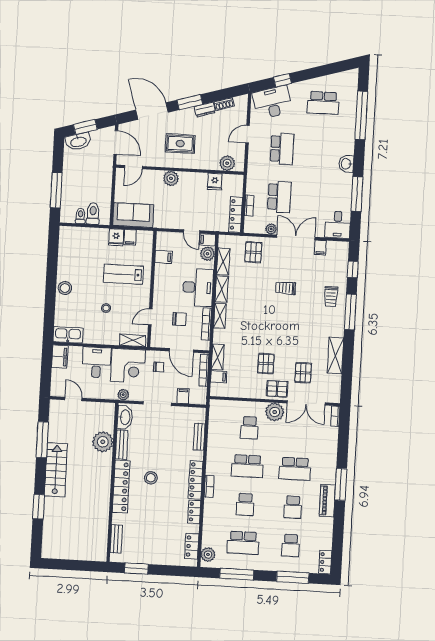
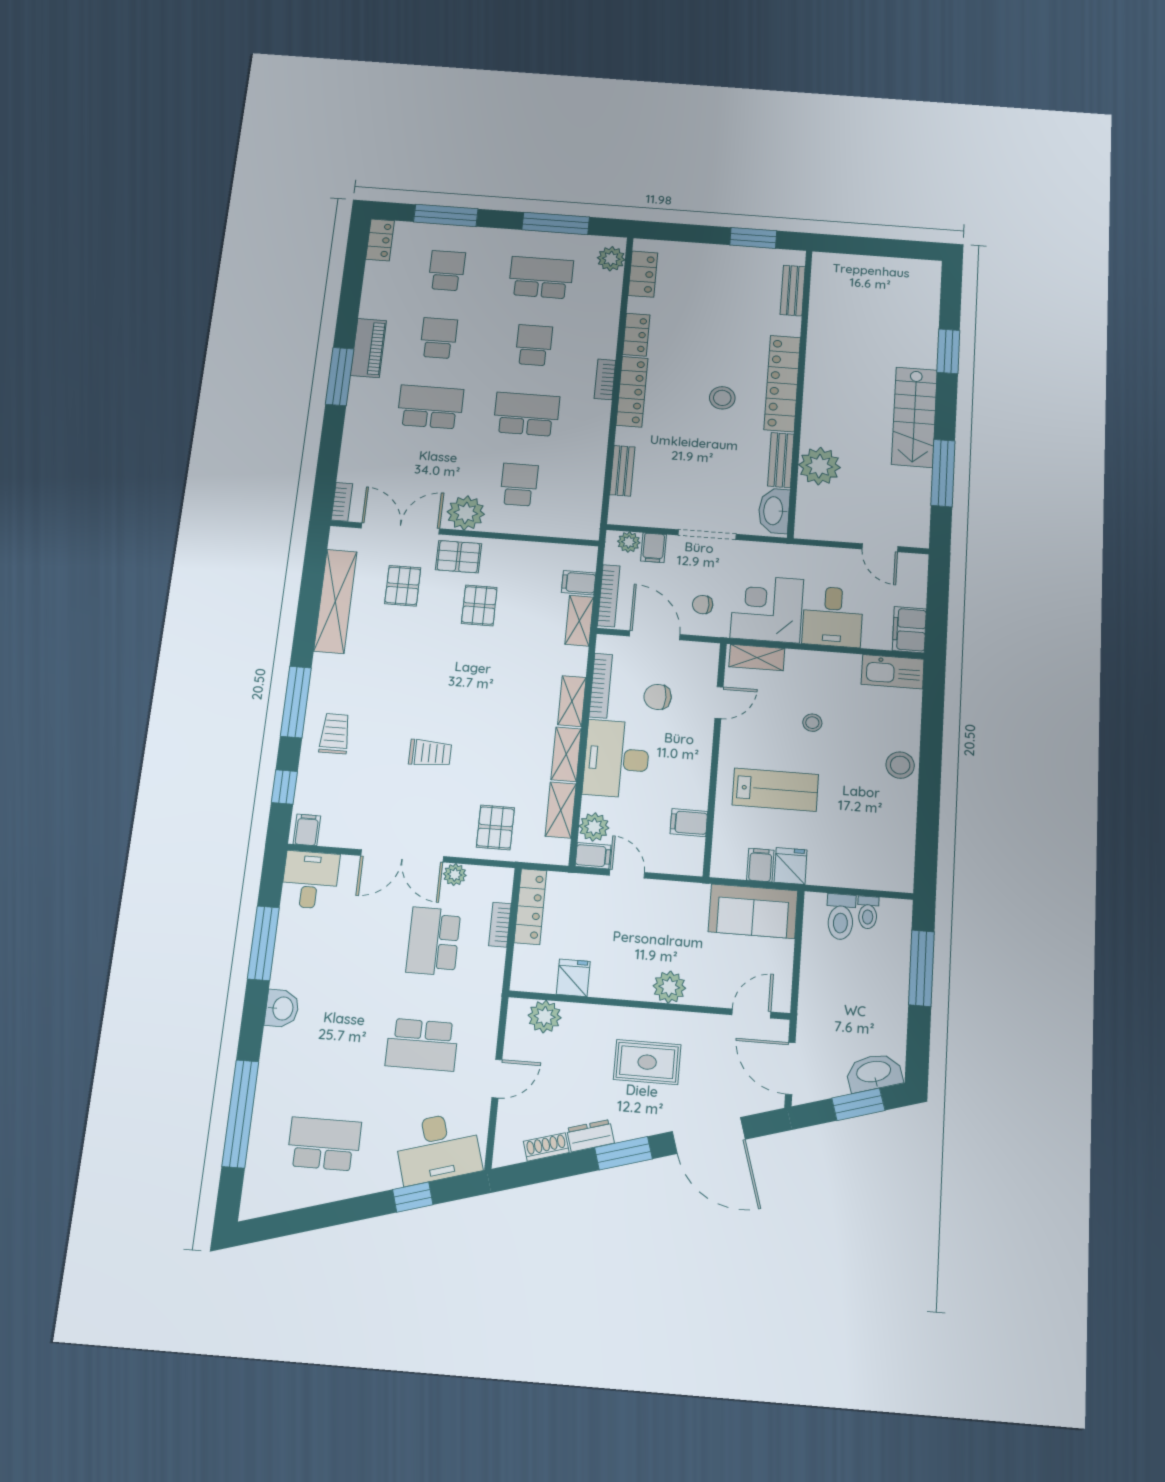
school desk: (282, 149) -> (422, 1045), turned -90
filing cabinet: (320, 248) -> (307, 830), moved
shelving: (335, 355) -> (335, 601), width x1.47
plant: (123, 395) -> (629, 542), moved

